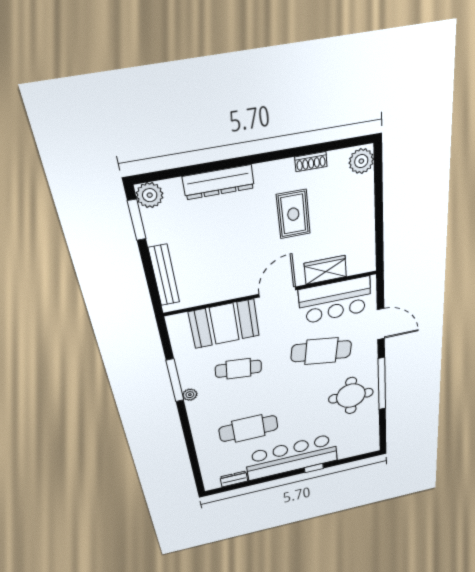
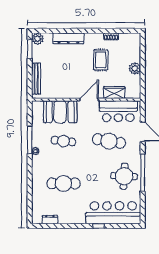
plant: (361, 161) -> (135, 68), moved
bar counter: (292, 457) -> (113, 213), moved

